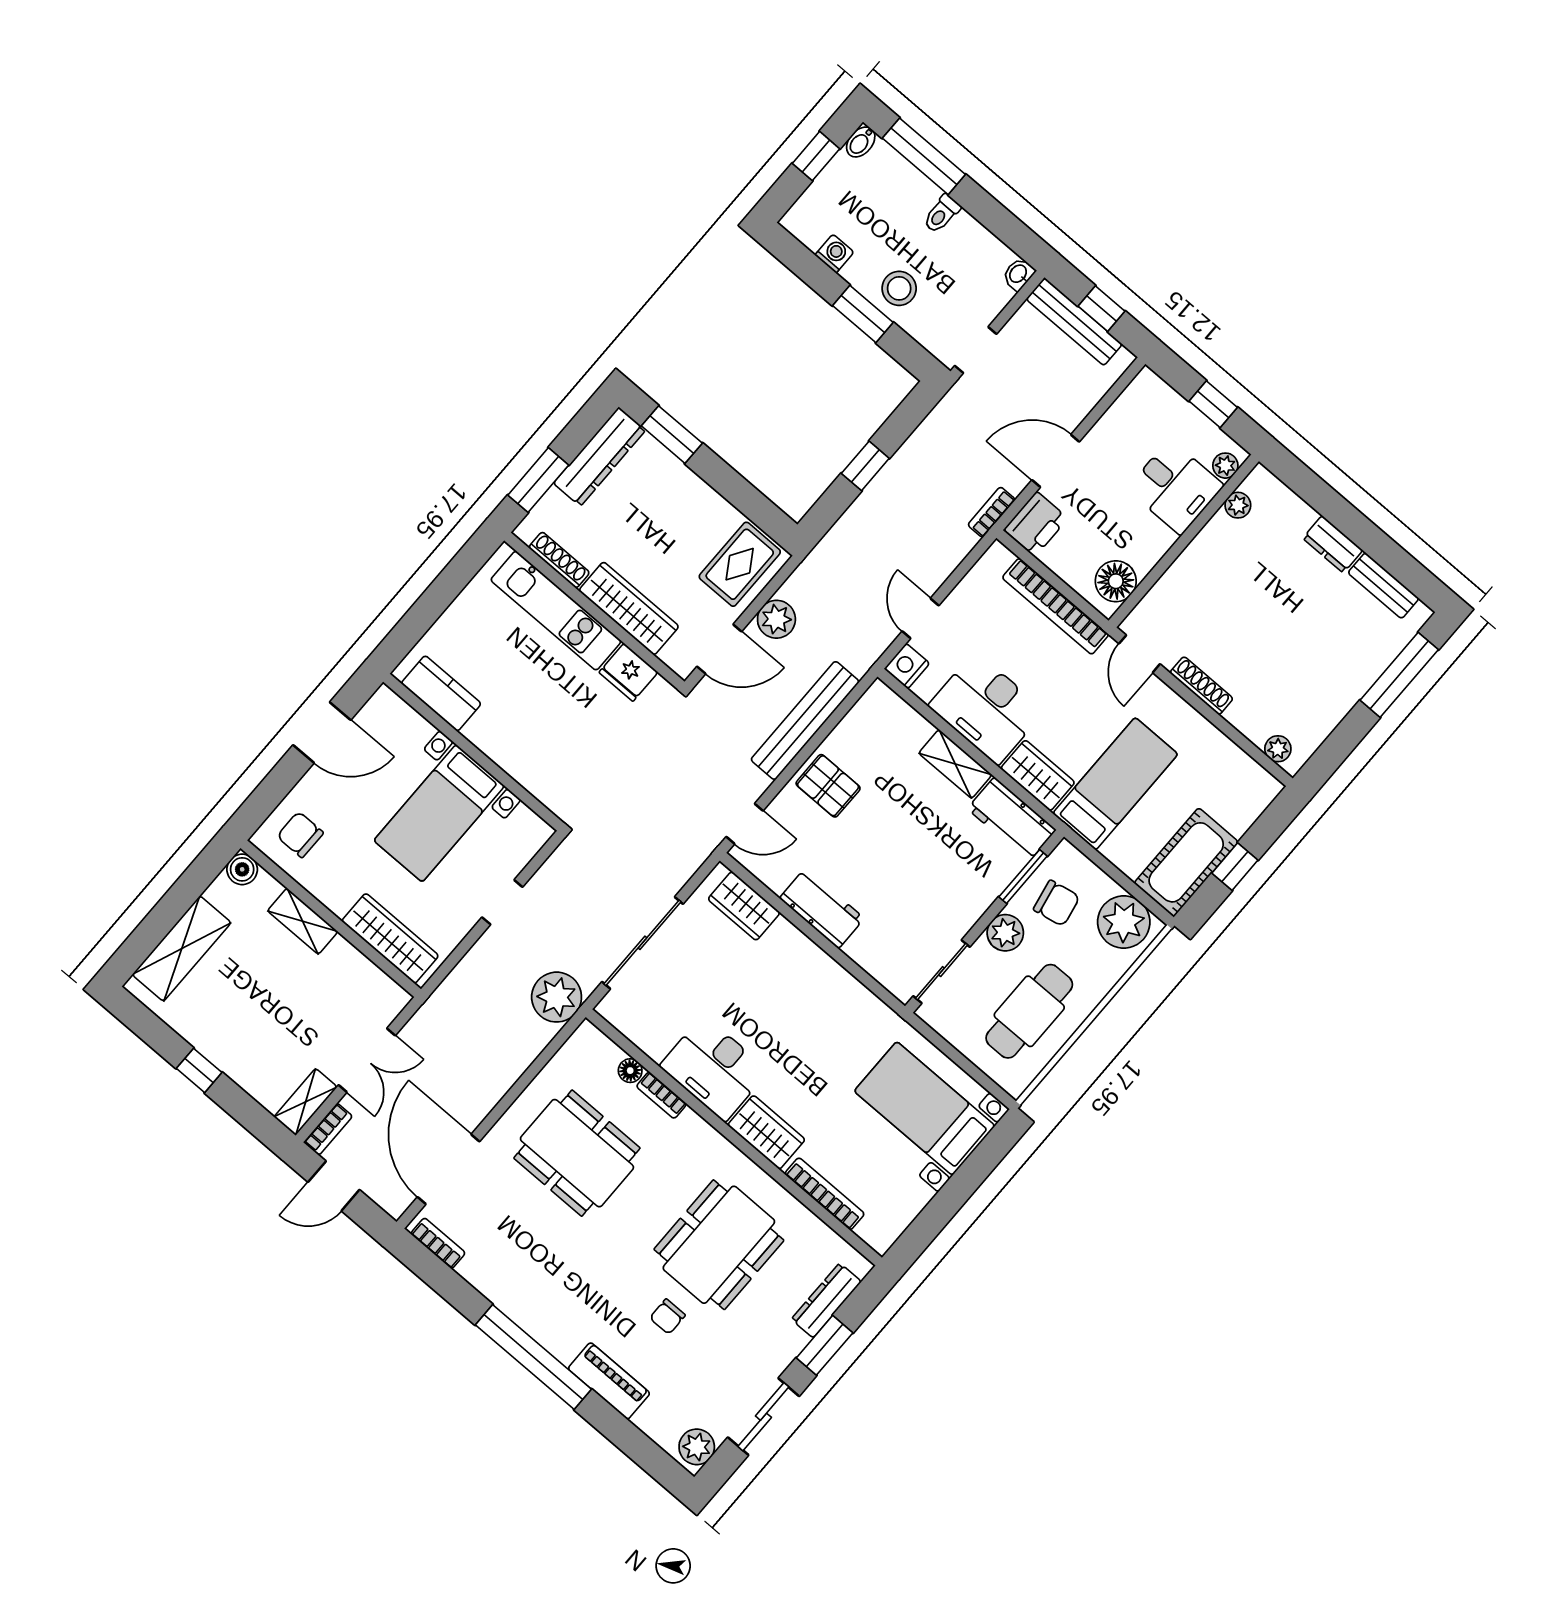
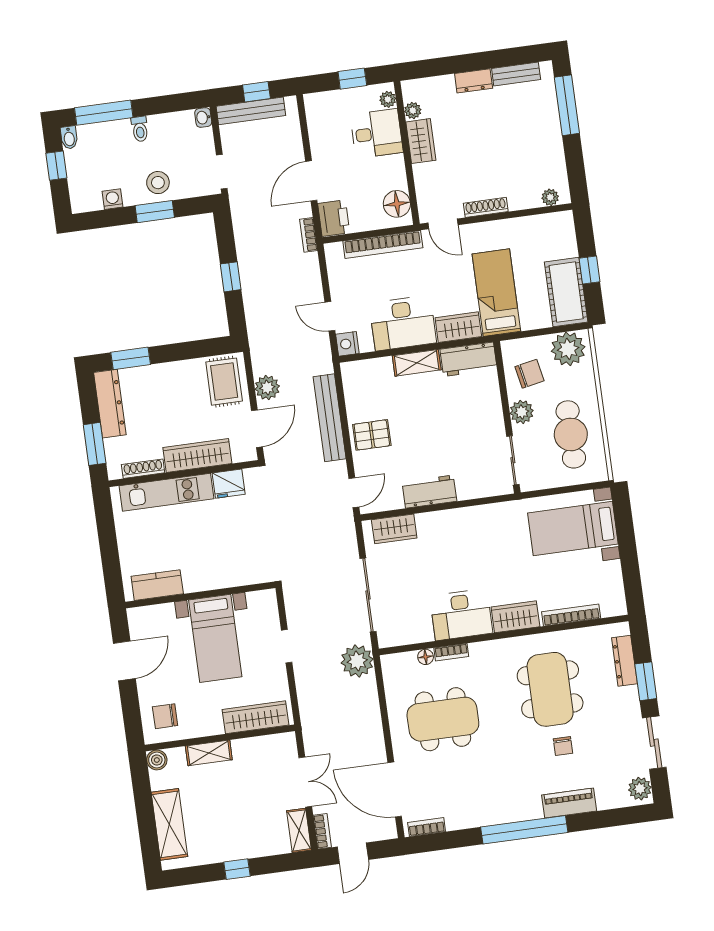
wardrobe: (1211, 545) -> (421, 141), added
window: (1023, 876) -> (502, 379), removed

